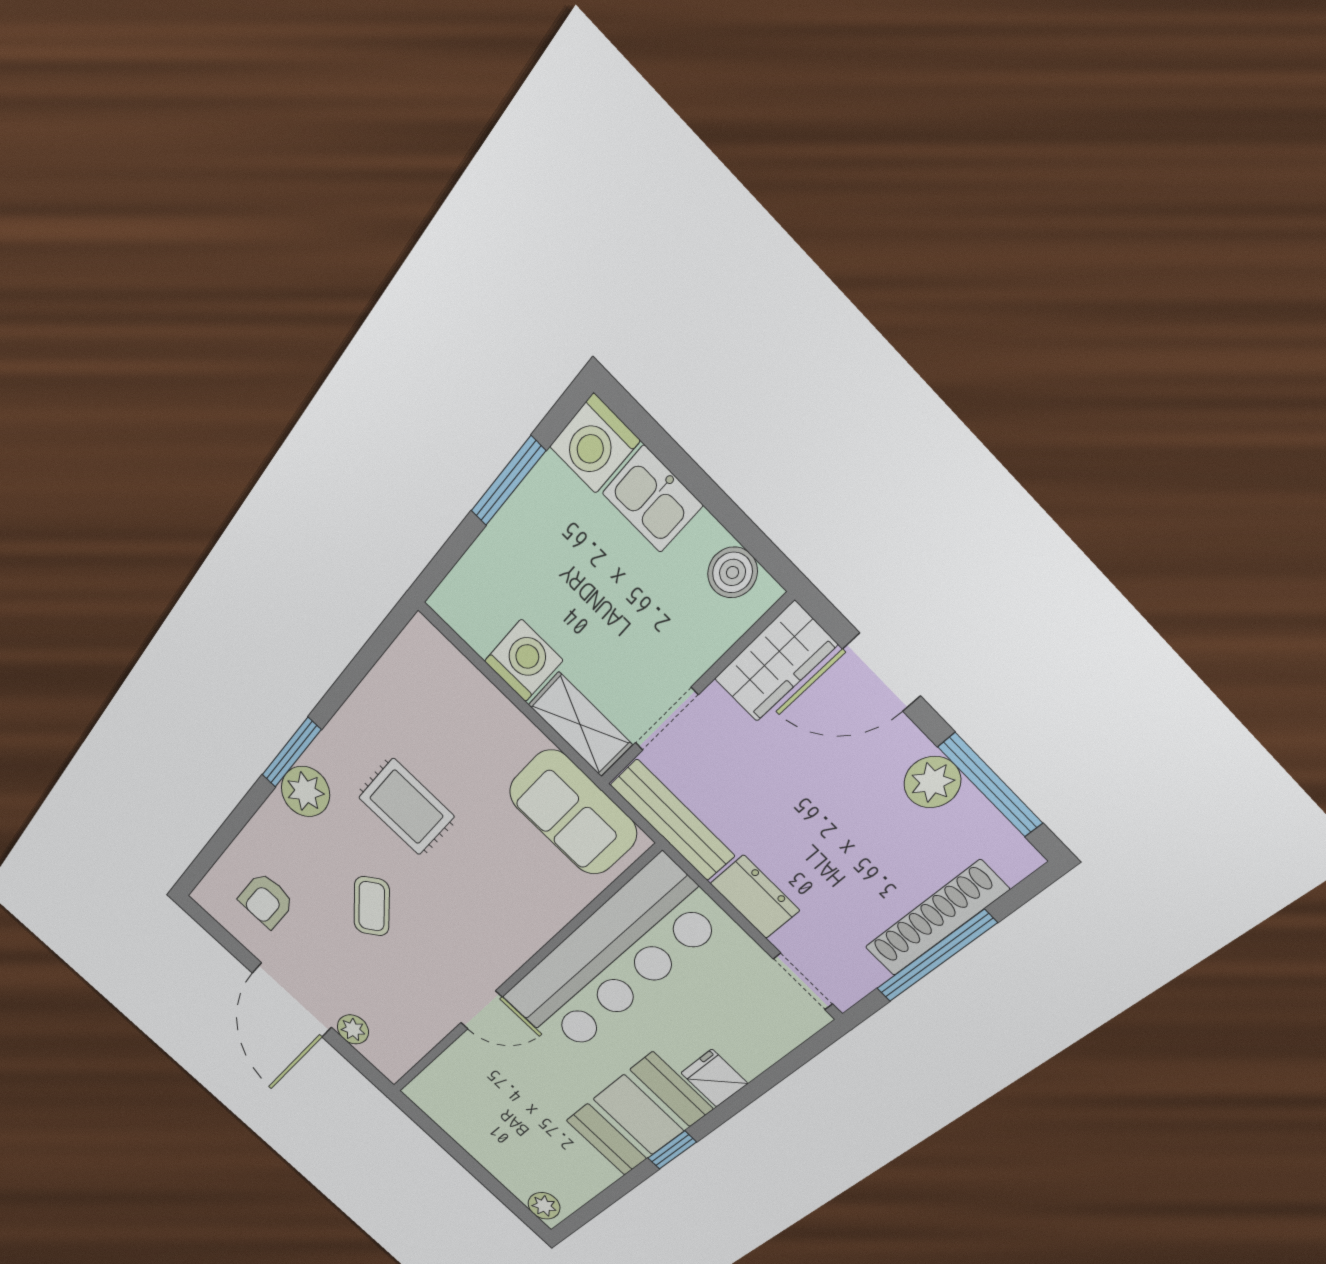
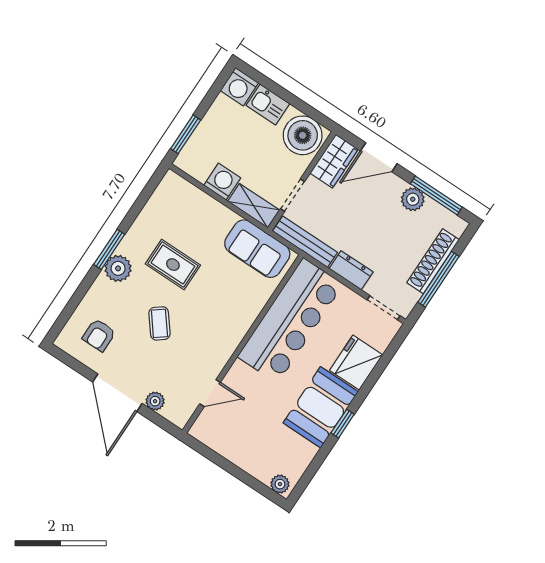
window: (508, 481) -> (186, 134), moved
boiler: (733, 572) -> (303, 135), width x1.86, depth x1.86
door: (481, 1010) -> (210, 393), moved
fridge: (714, 1078) -> (356, 363), width x1.88, depth x1.34

